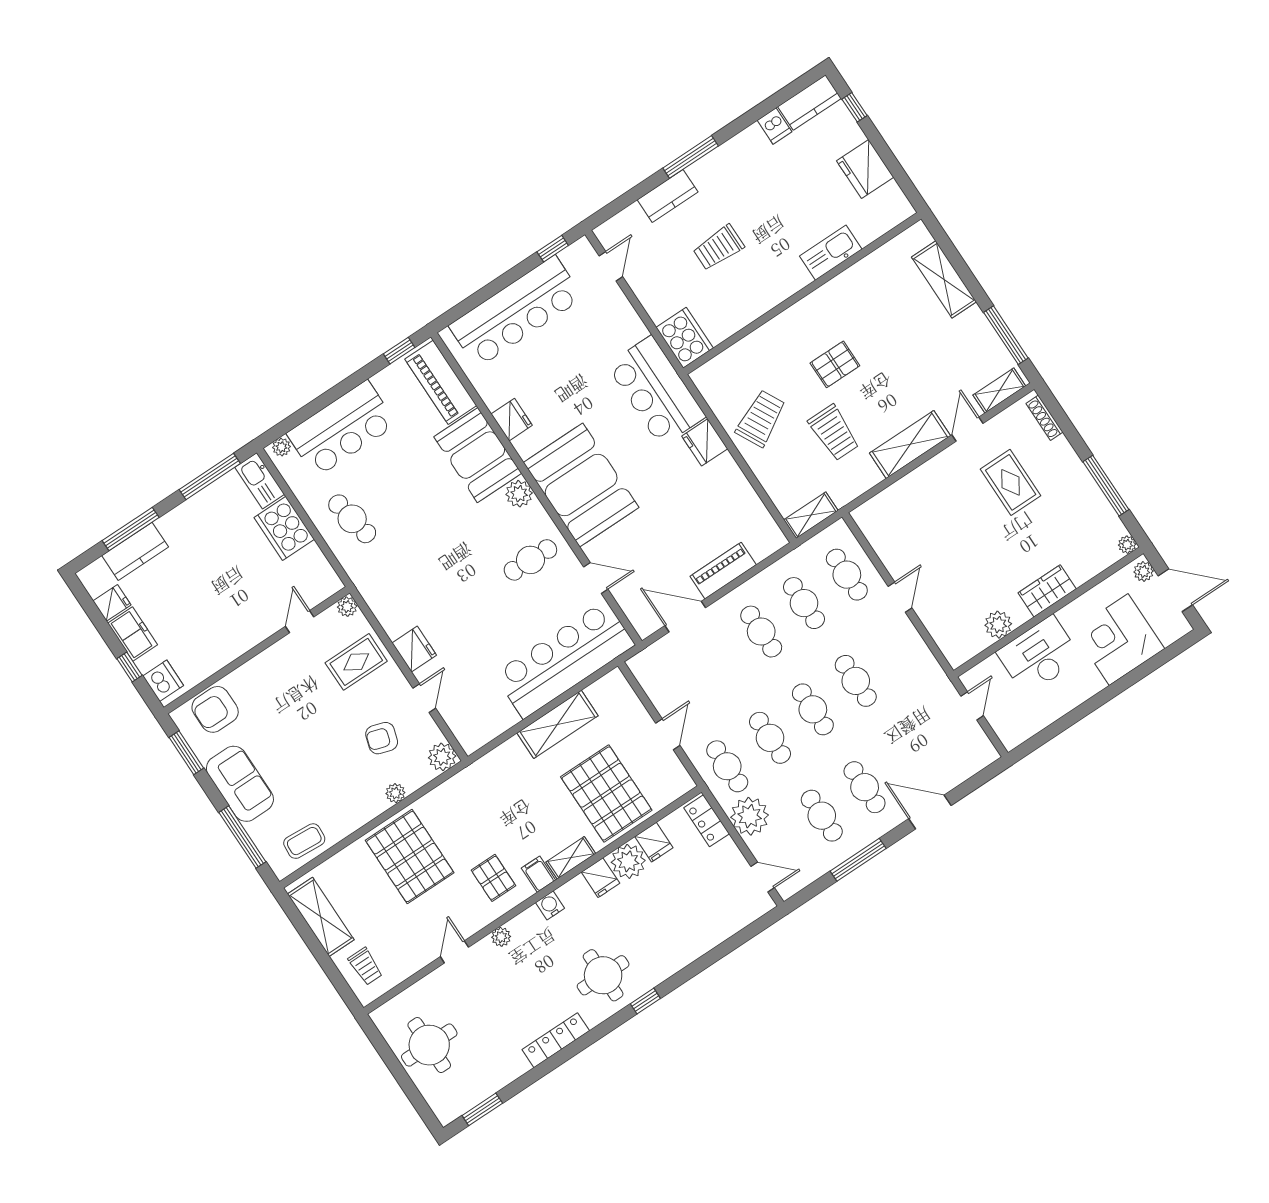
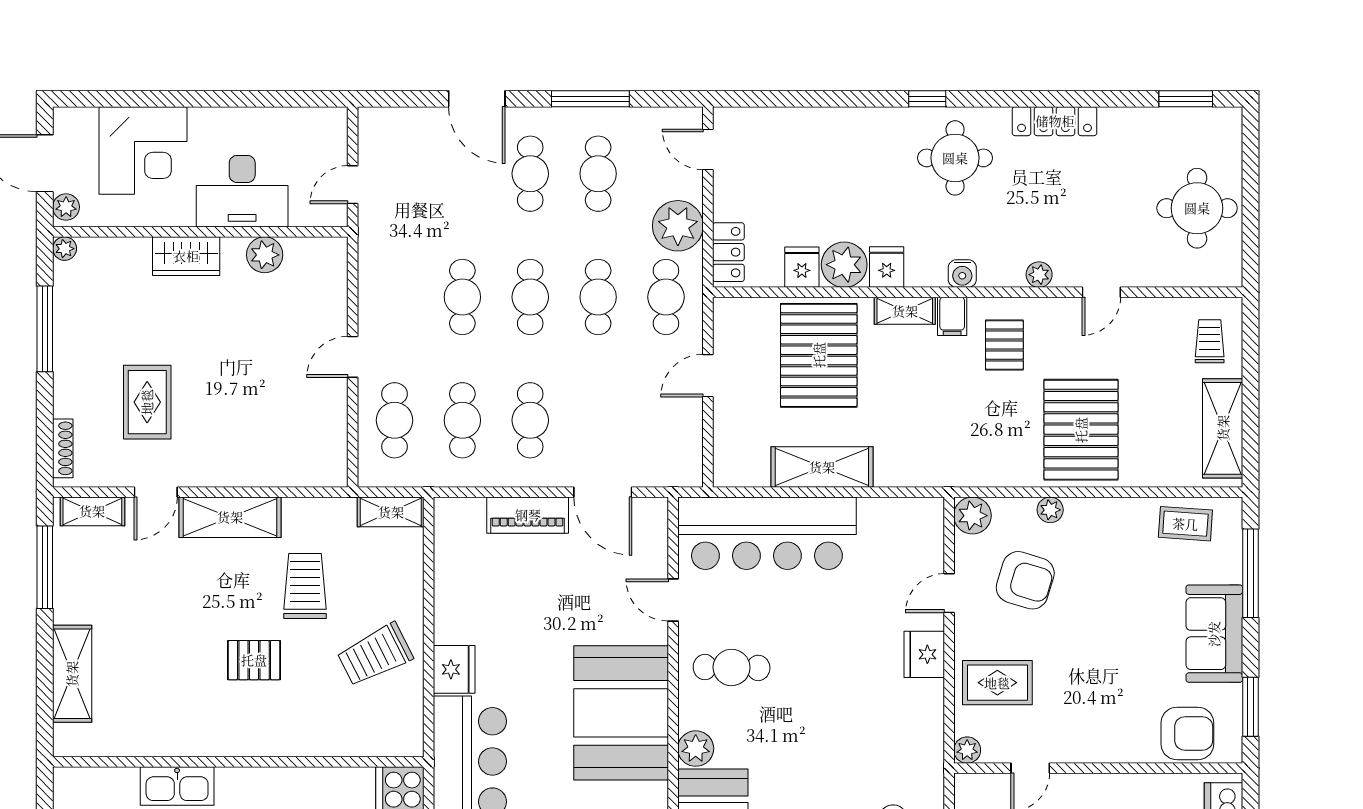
armchair: (382, 738) -> (1025, 580), width x1.38, depth x1.38

